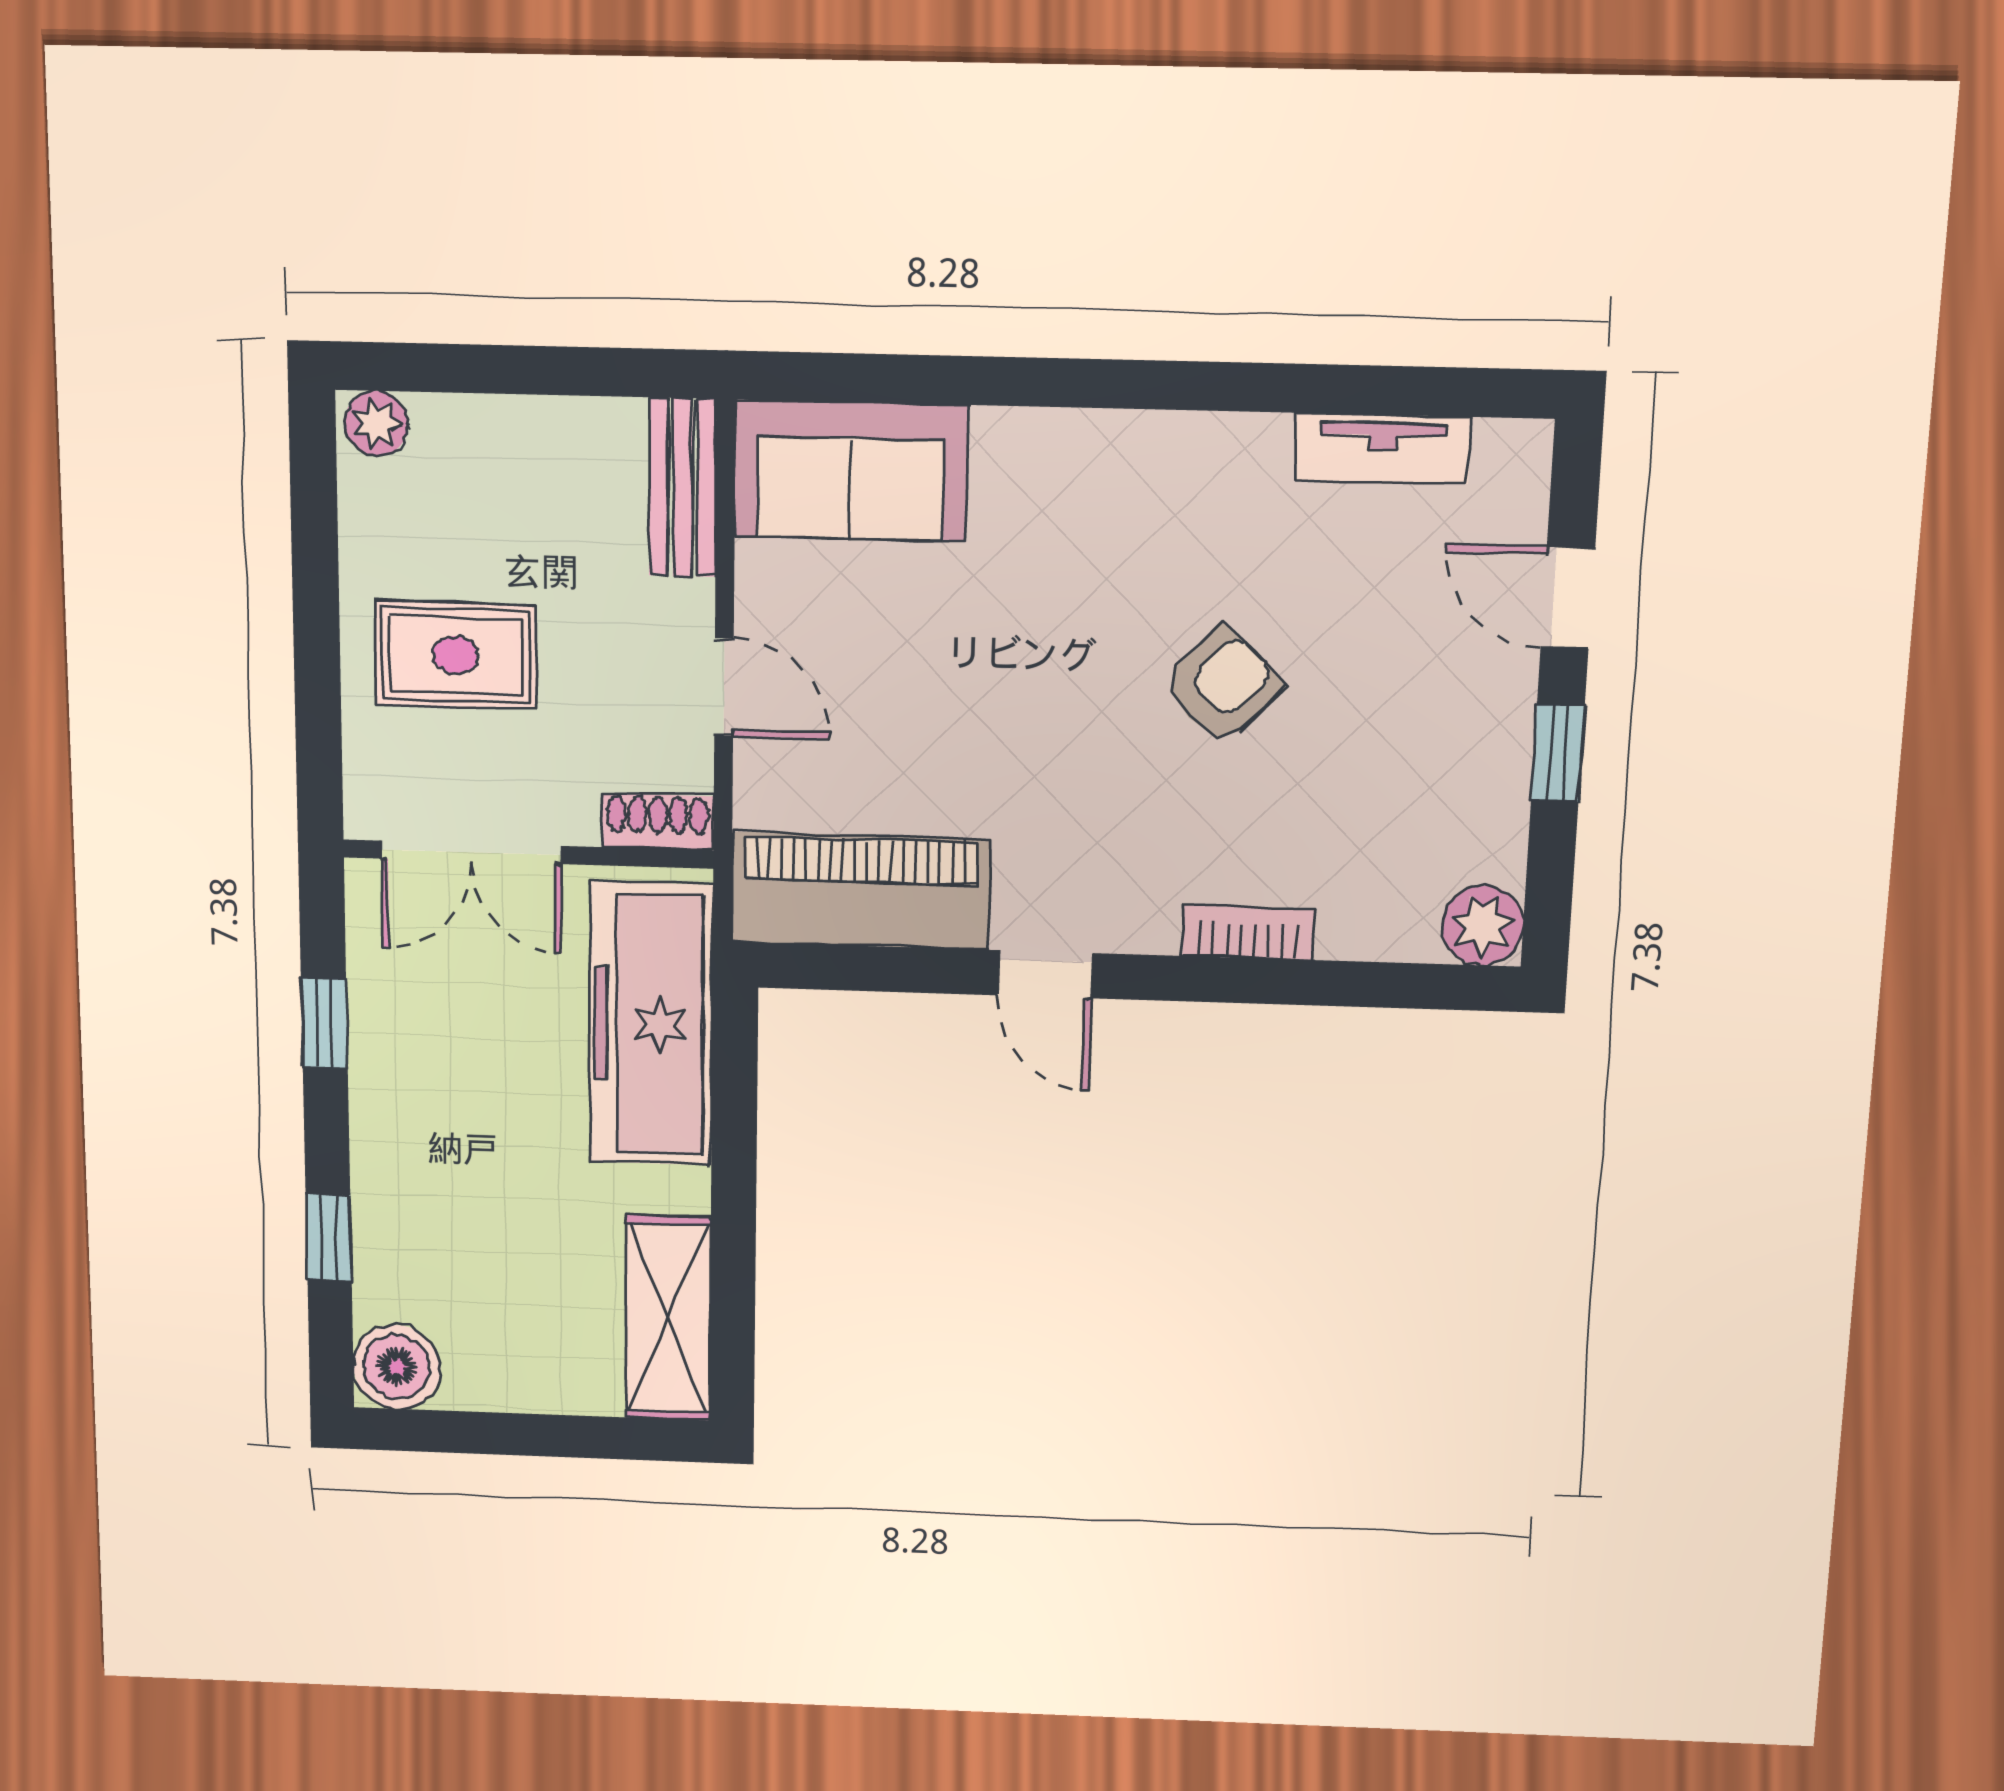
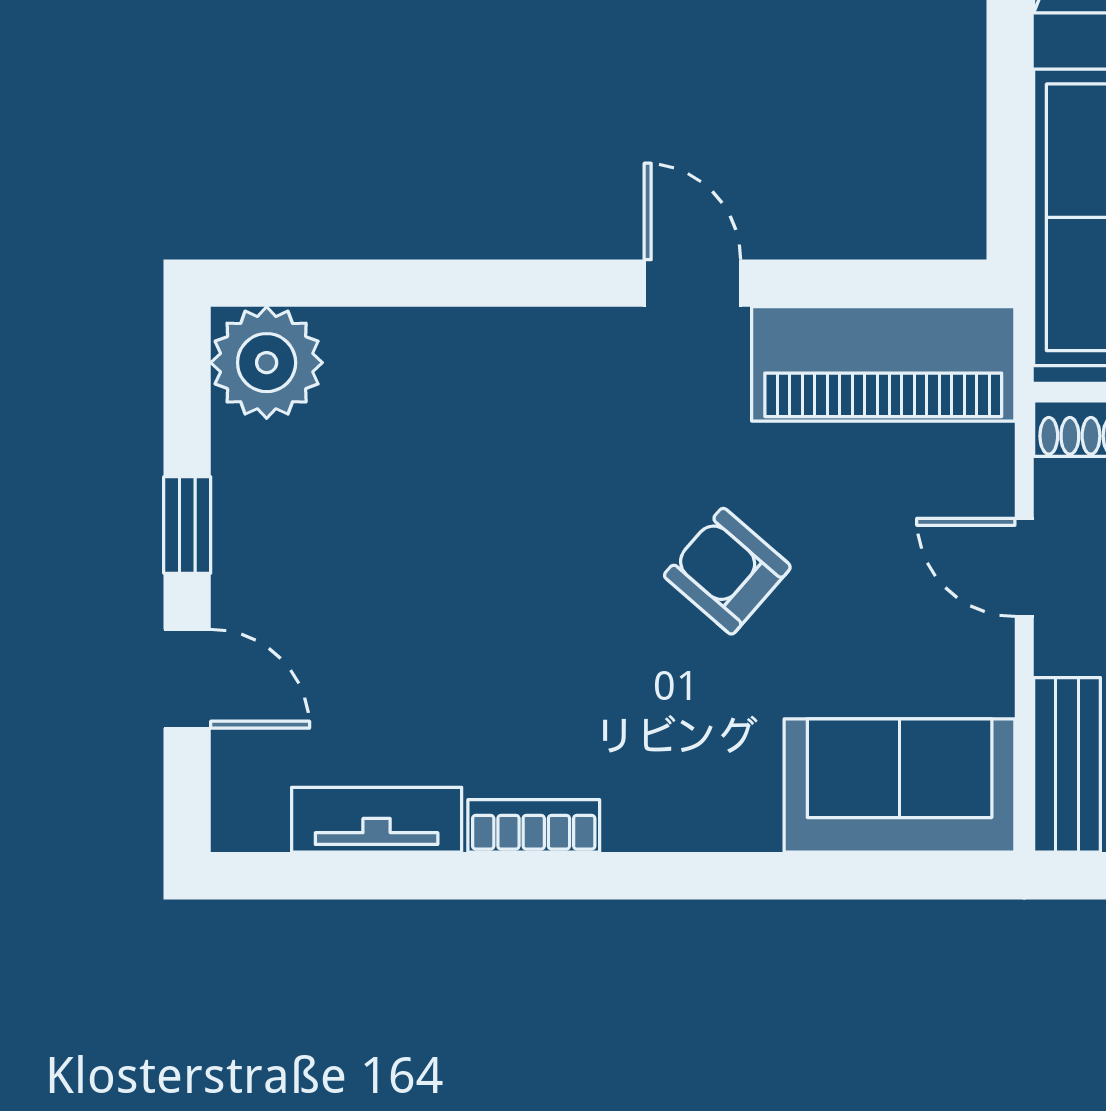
armchair: (1222, 686) -> (727, 571), moved, turned 87
plant: (1482, 926) -> (267, 363), width x1.36, depth x1.36
bookcase: (1248, 933) -> (534, 826), moved, turned 180

